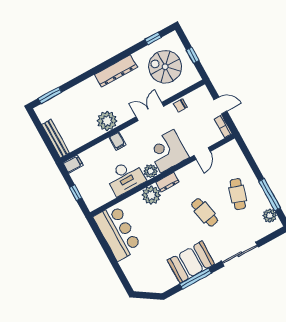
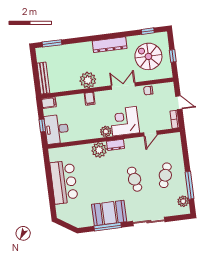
desk: (125, 177) -> (57, 129), moved, turned 90
bar counter: (117, 232) -> (64, 182), moved

